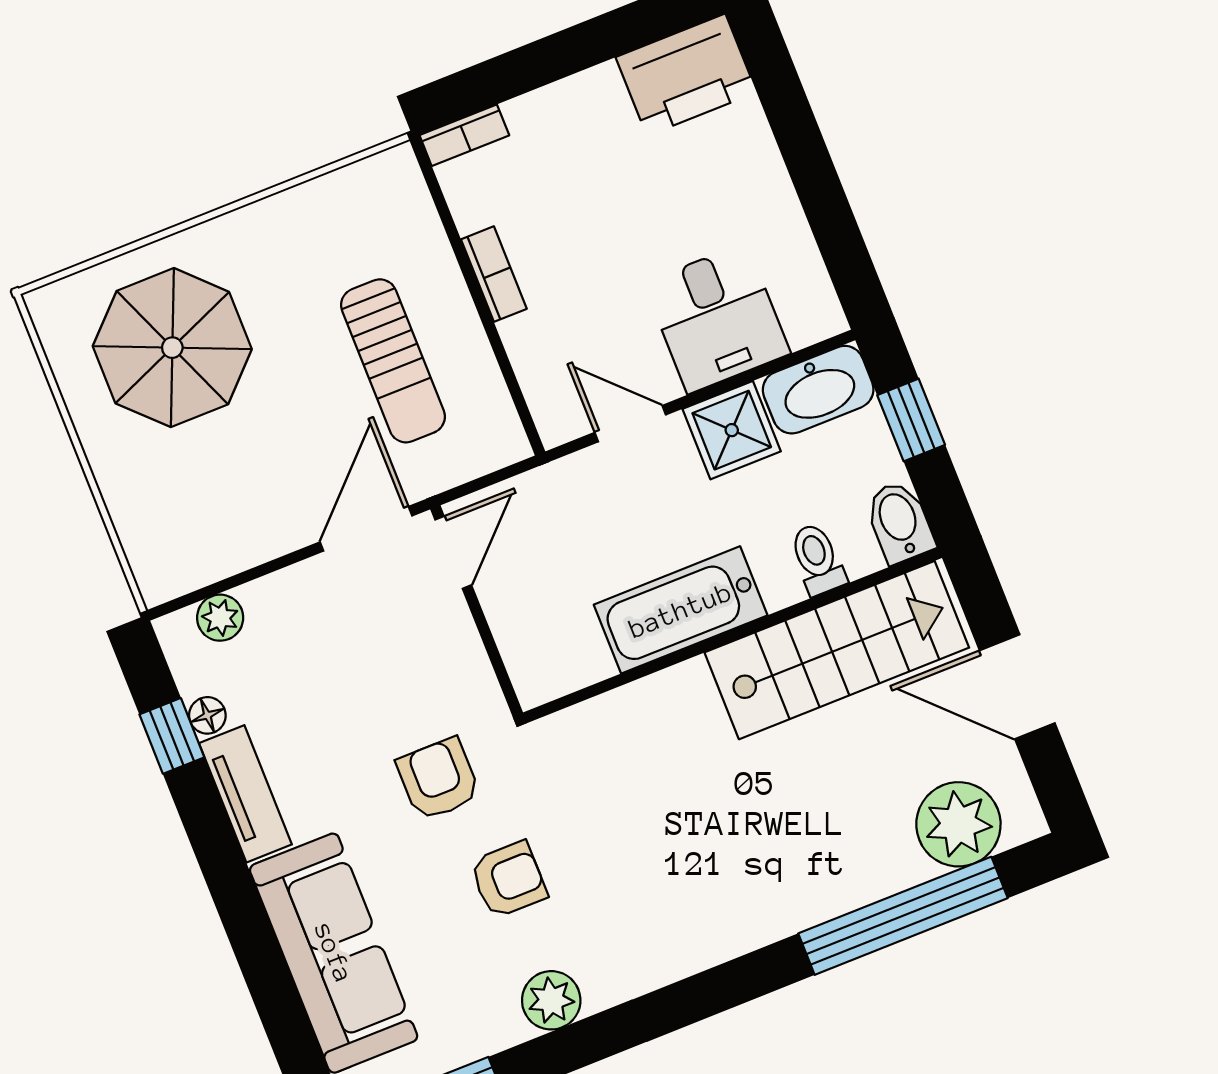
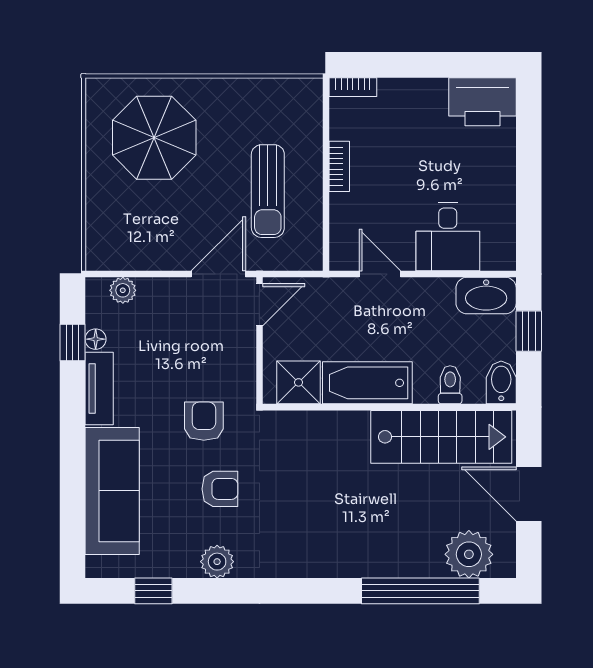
shower: (732, 430) -> (299, 382), moved

